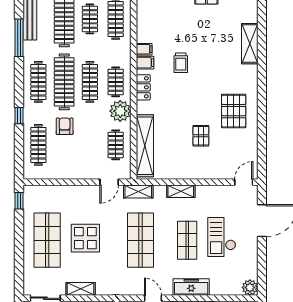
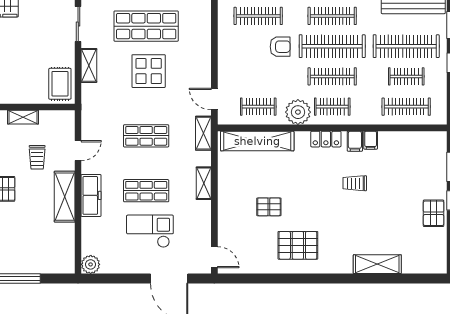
shop shelf: (140, 240) -> (146, 136), width x0.70, depth x0.74

